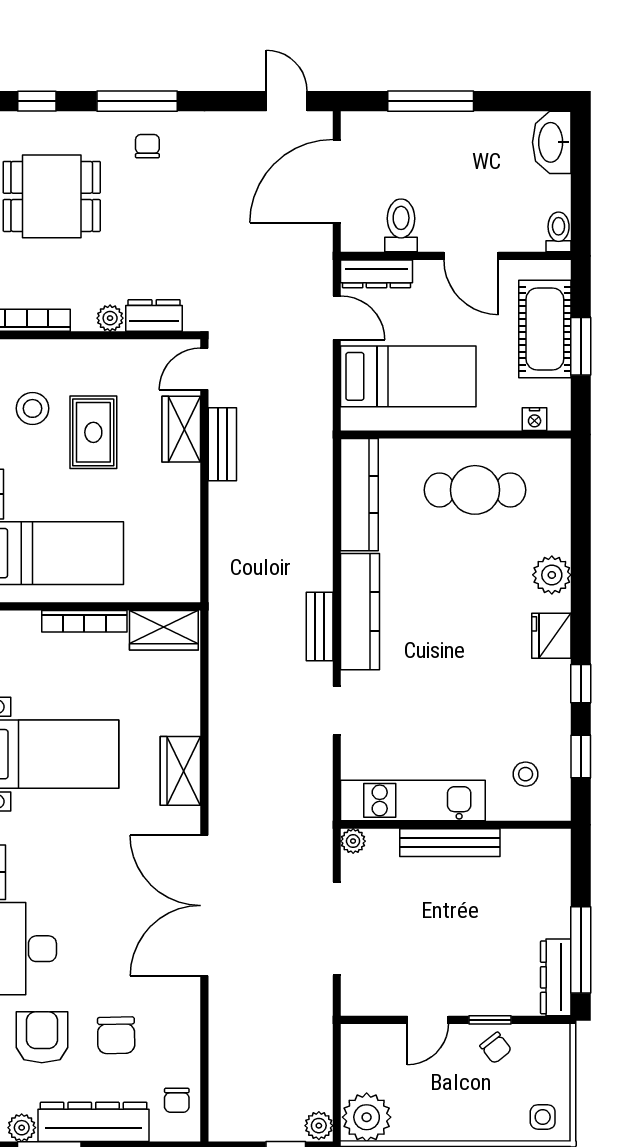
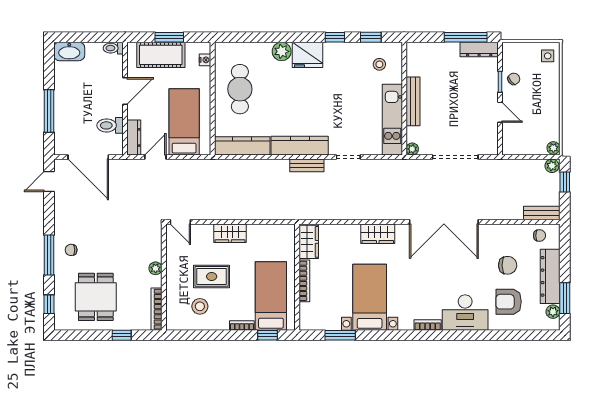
dresser: (154, 315) -> (154, 247), removed
wardrobe: (181, 429) -> (230, 233), moved
bench: (222, 444) -> (542, 213), moved
fridge: (551, 636) -> (307, 55), width x1.36, depth x1.34
plant: (367, 1117) -> (553, 148), width x0.53, depth x0.53

